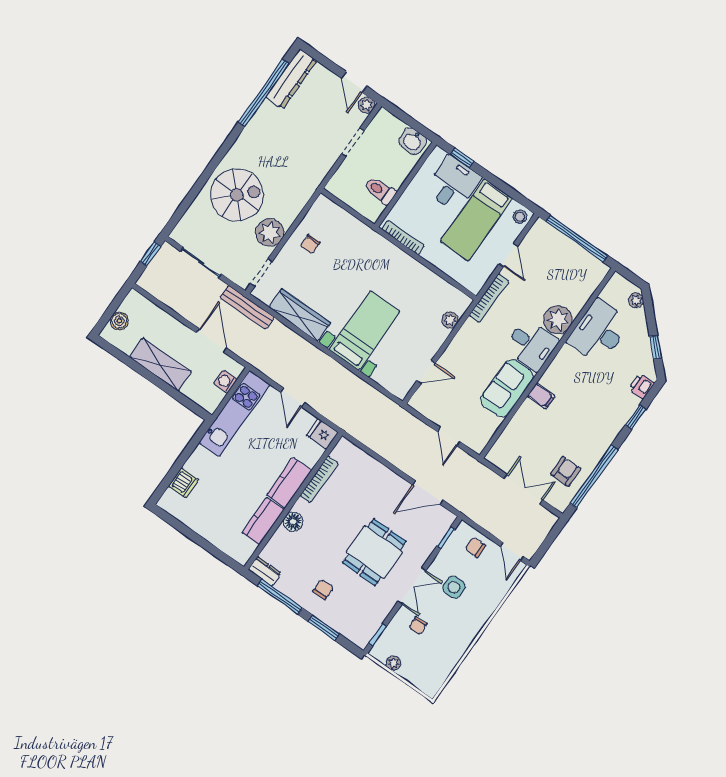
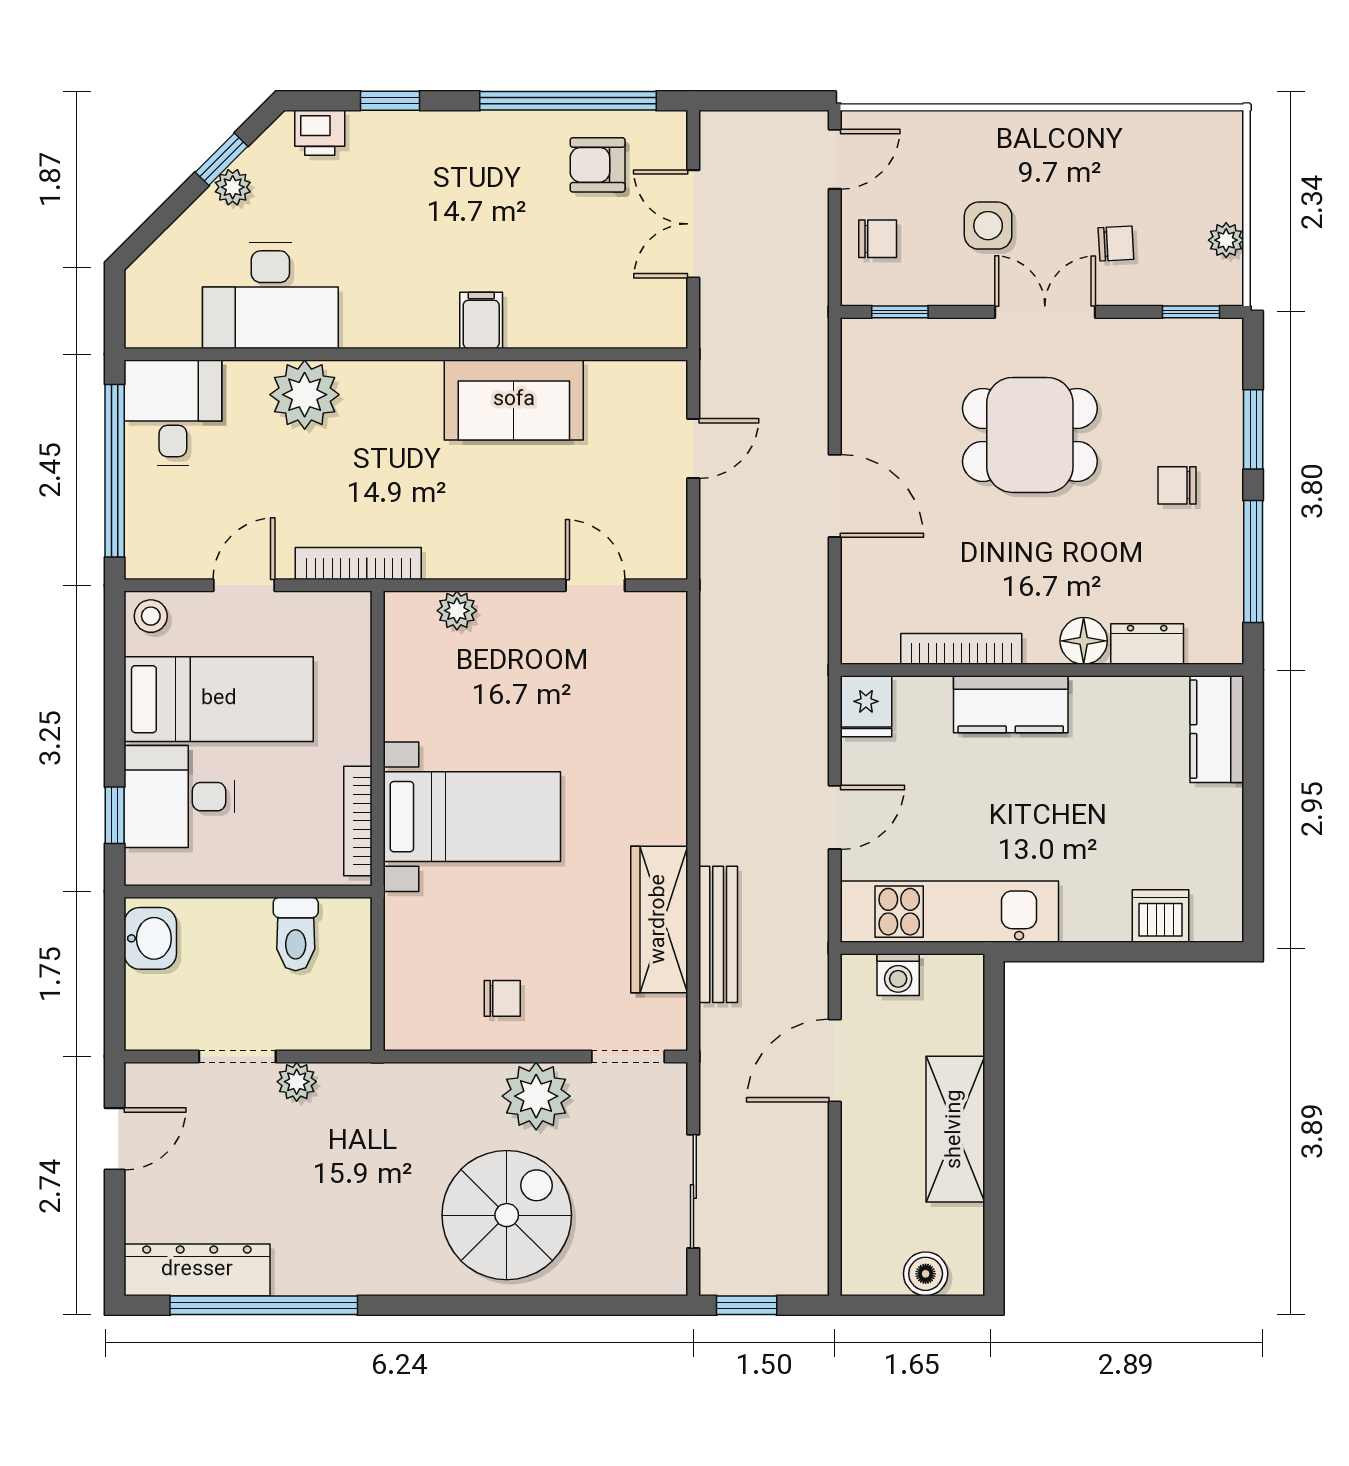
plant: (366, 105) -> (297, 1082), moved
spiral stairs: (237, 195) -> (507, 1215), turned 90
plant: (636, 300) -> (233, 187), moved
bench: (247, 307) -> (718, 934), moved
bed with nightstands: (365, 331) -> (472, 817), moved, turned 180
desk: (531, 345) -> (173, 413), moved
door: (428, 492) -> (835, 496), moved
kitchen counter: (263, 521) -> (1217, 729), moved, turned 90
chair: (475, 547) -> (878, 239), turned -90
dresser: (265, 571) -> (1147, 644), moved, turned 90

